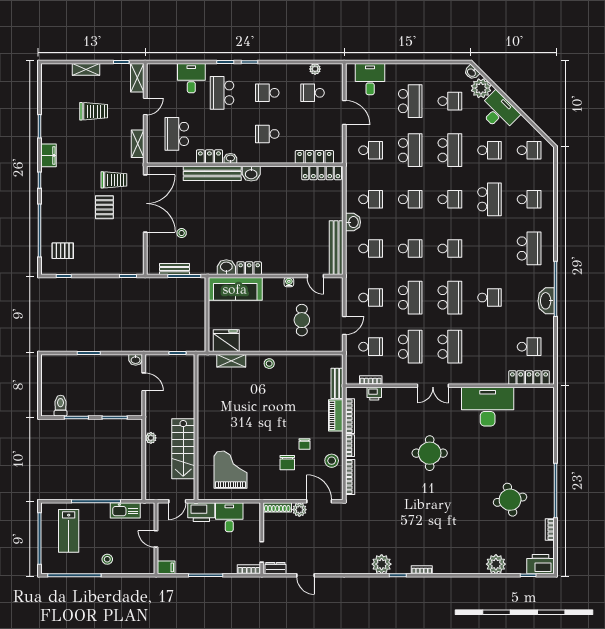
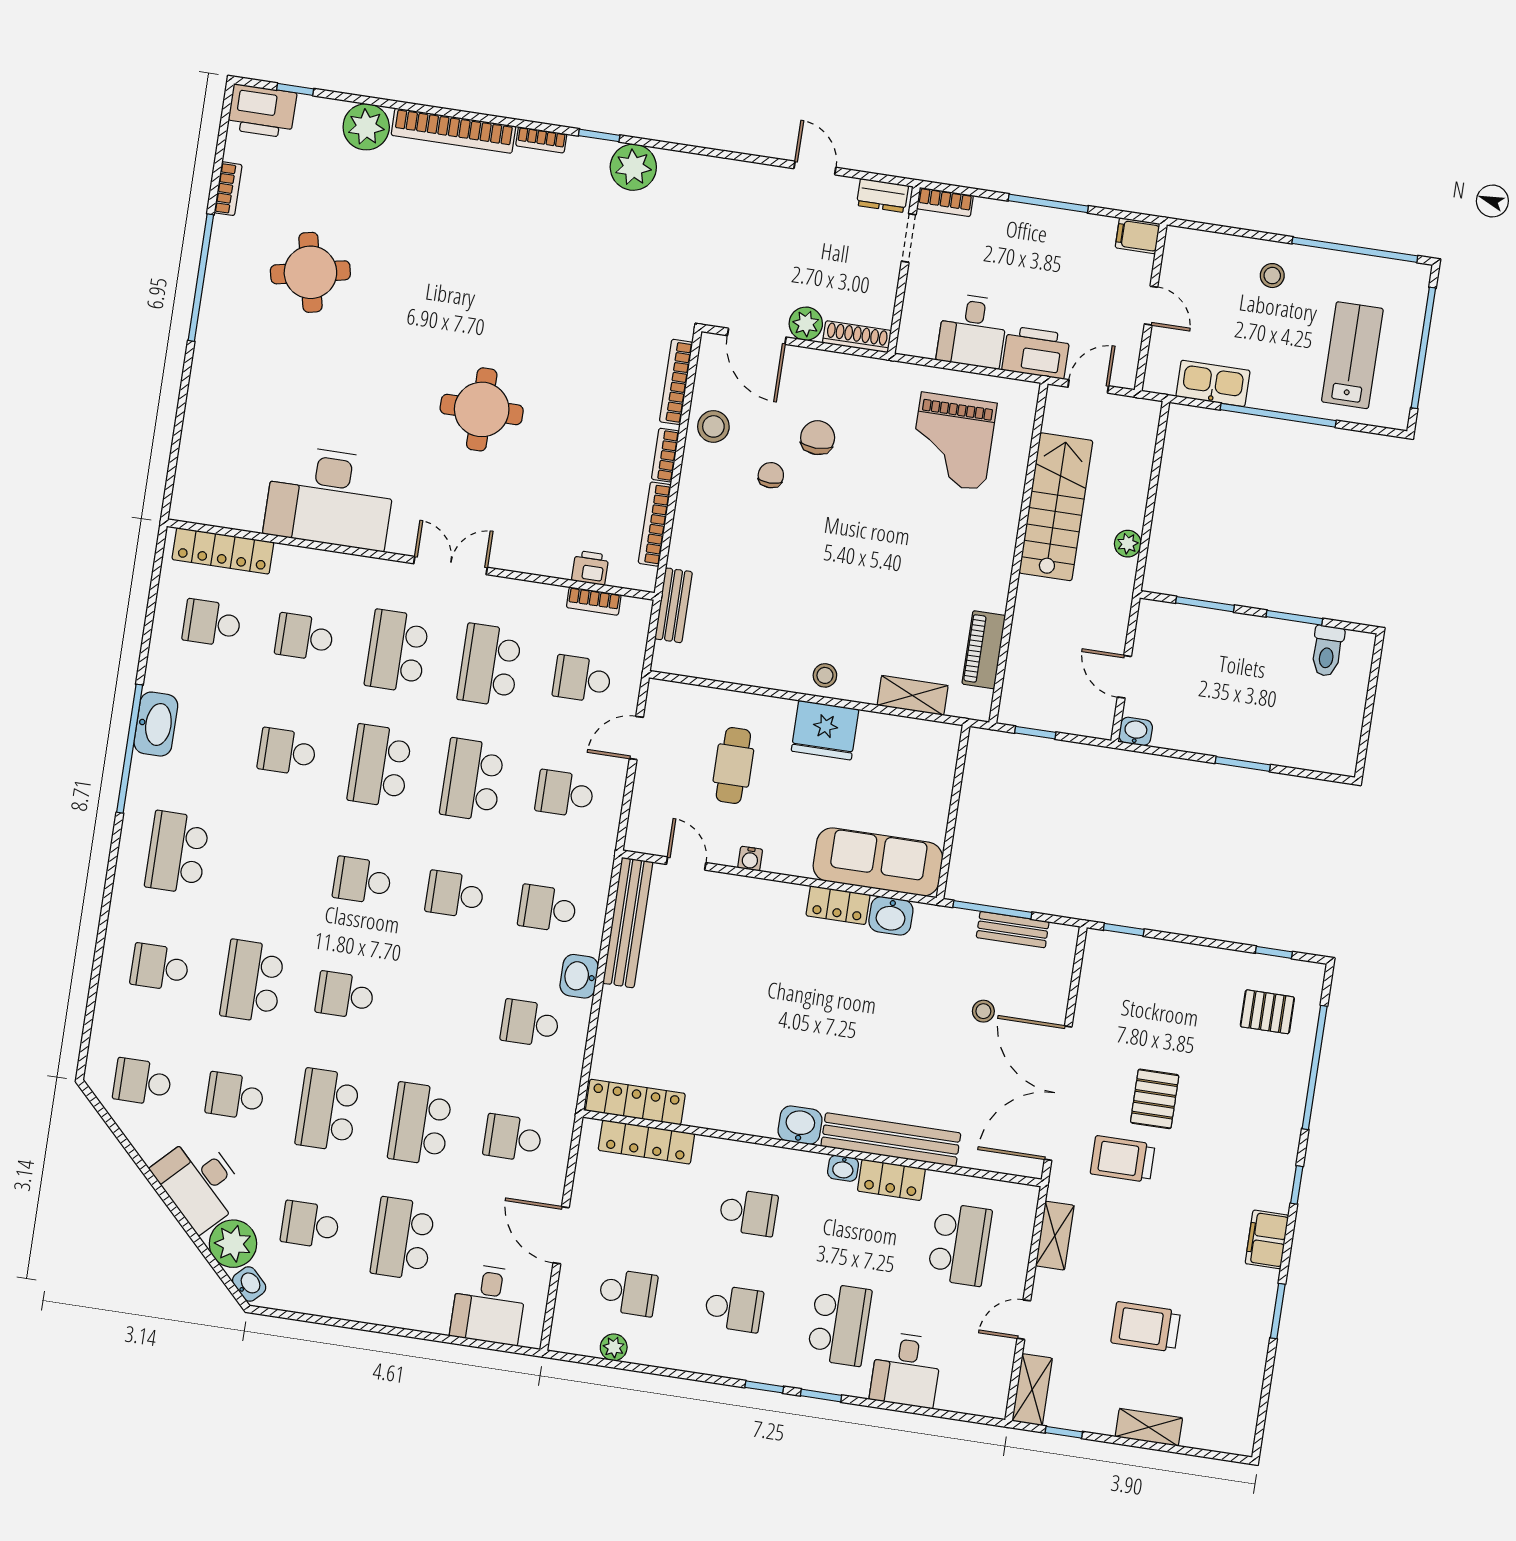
school desk: (410, 199) -> (304, 637), moved
fridge: (226, 341) -> (825, 730), moved
piano: (336, 415) -> (984, 650), moved, turned 180
bookcase: (459, 568) -> (453, 131), added

